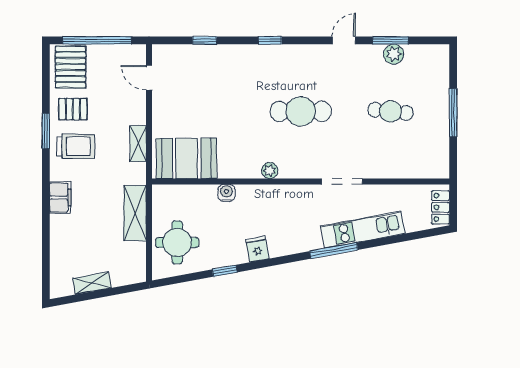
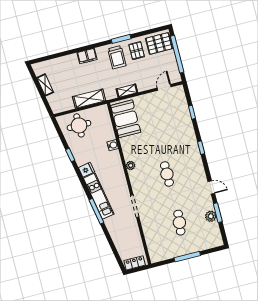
cafe table: (301, 111) -> (167, 174), width x0.73, depth x0.74
kitchen unit: (363, 230) -> (99, 196), moved

